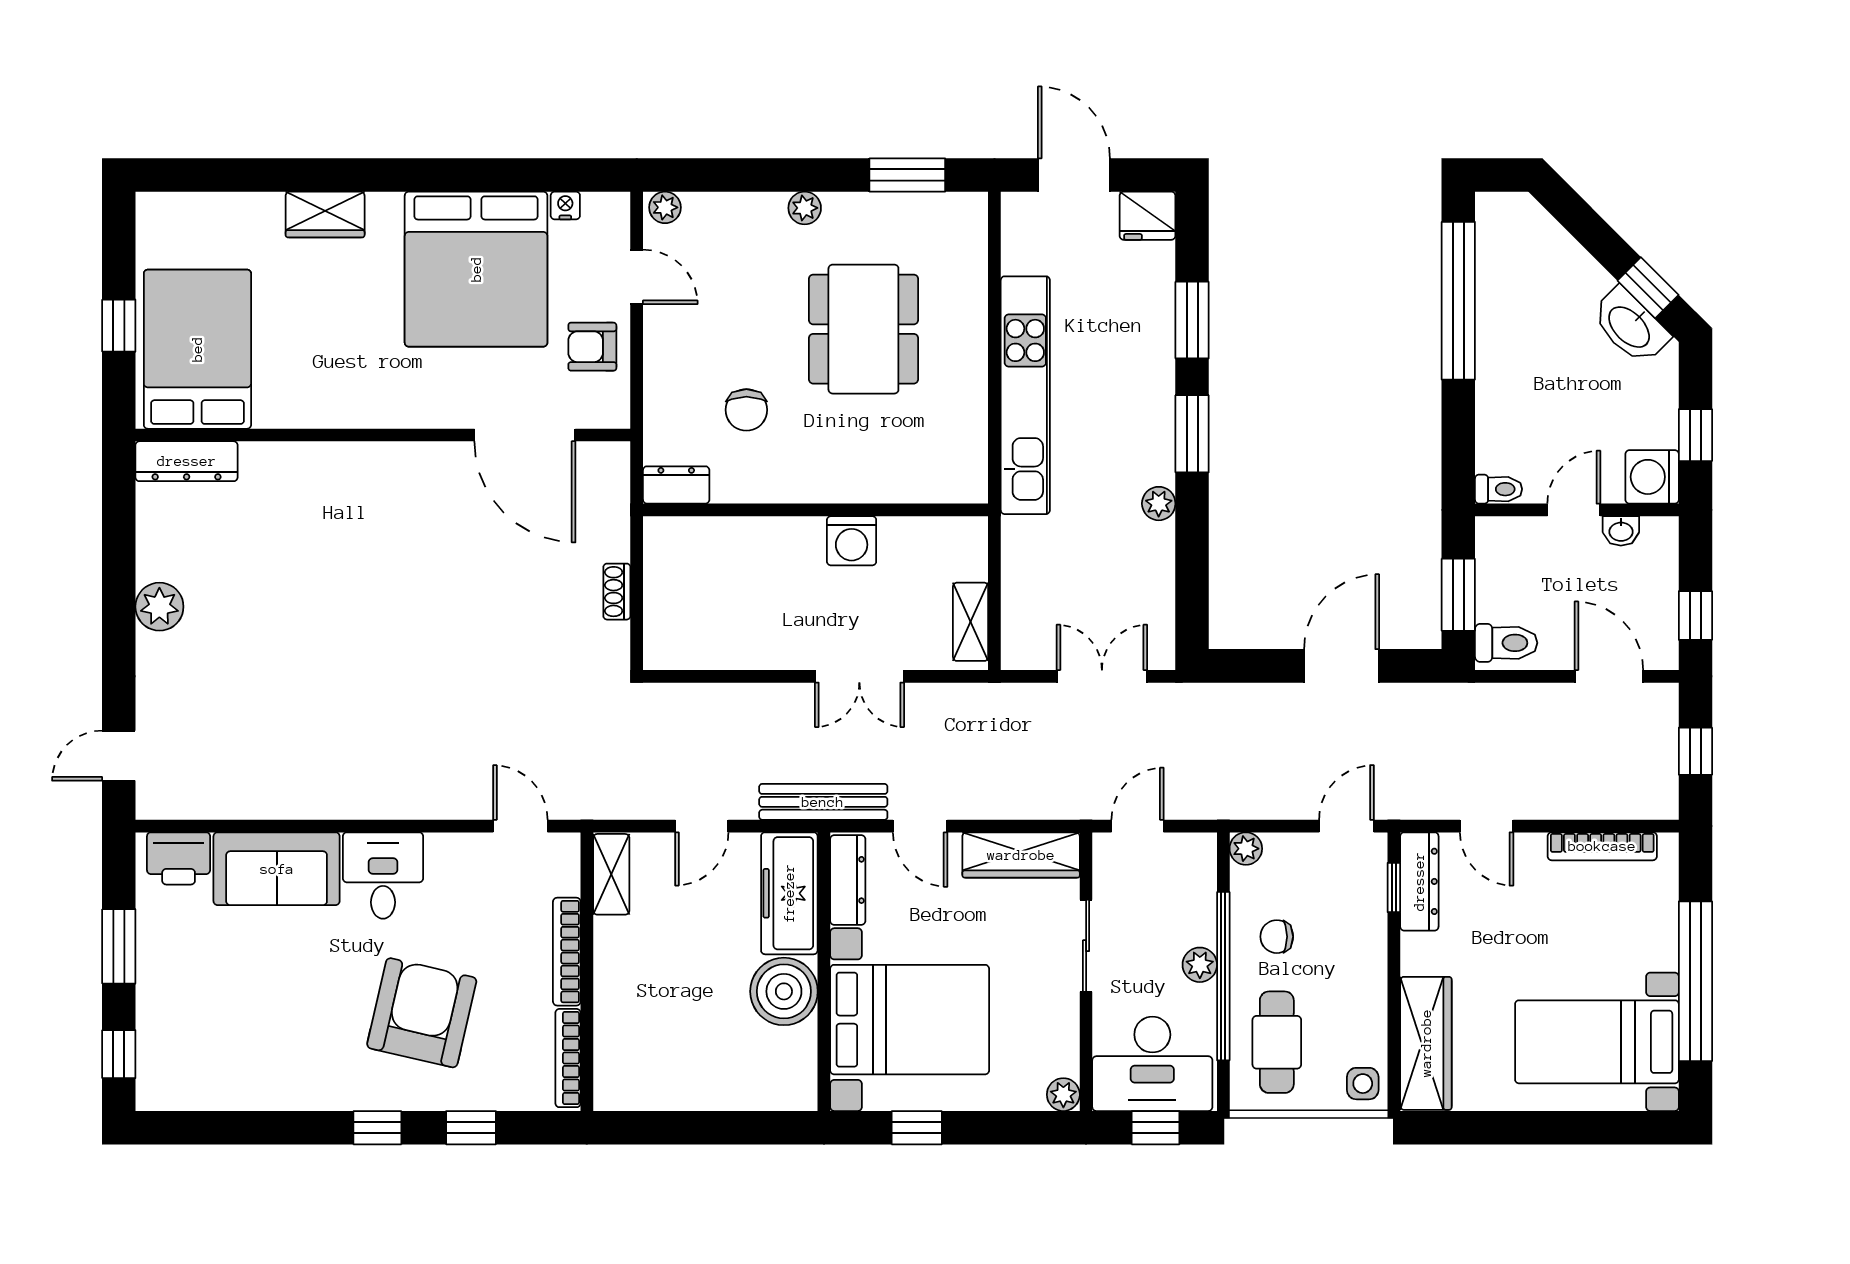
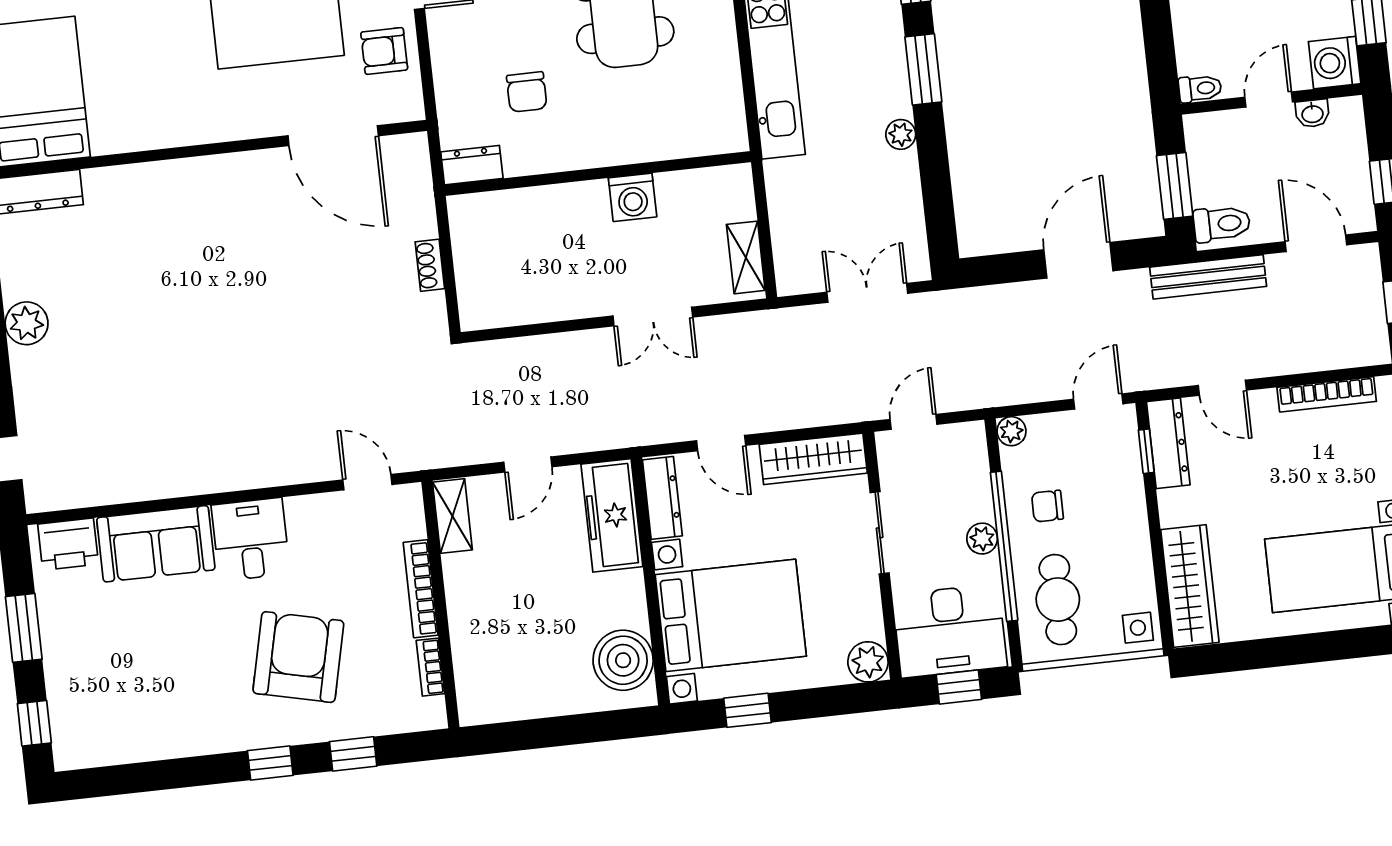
bench: (823, 802) -> (1208, 277), moved
boiler: (784, 991) -> (623, 660), moved
bookcase: (568, 1058) -> (430, 667), width x0.64
plant: (1063, 1095) -> (868, 662), width x1.38, depth x1.38

